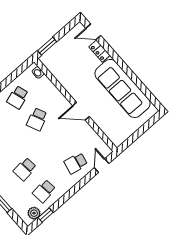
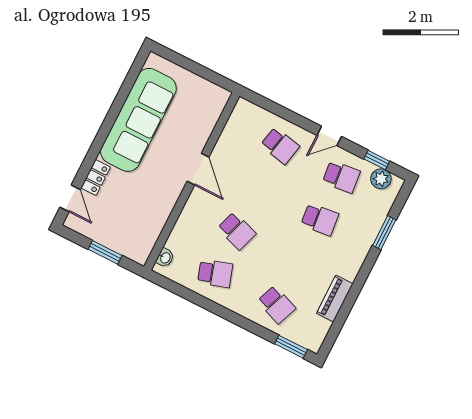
window: (47, 46) -> (105, 252), moved
school desk: (37, 119) -> (237, 231), turned 42
door: (102, 166) -> (329, 136), moved

